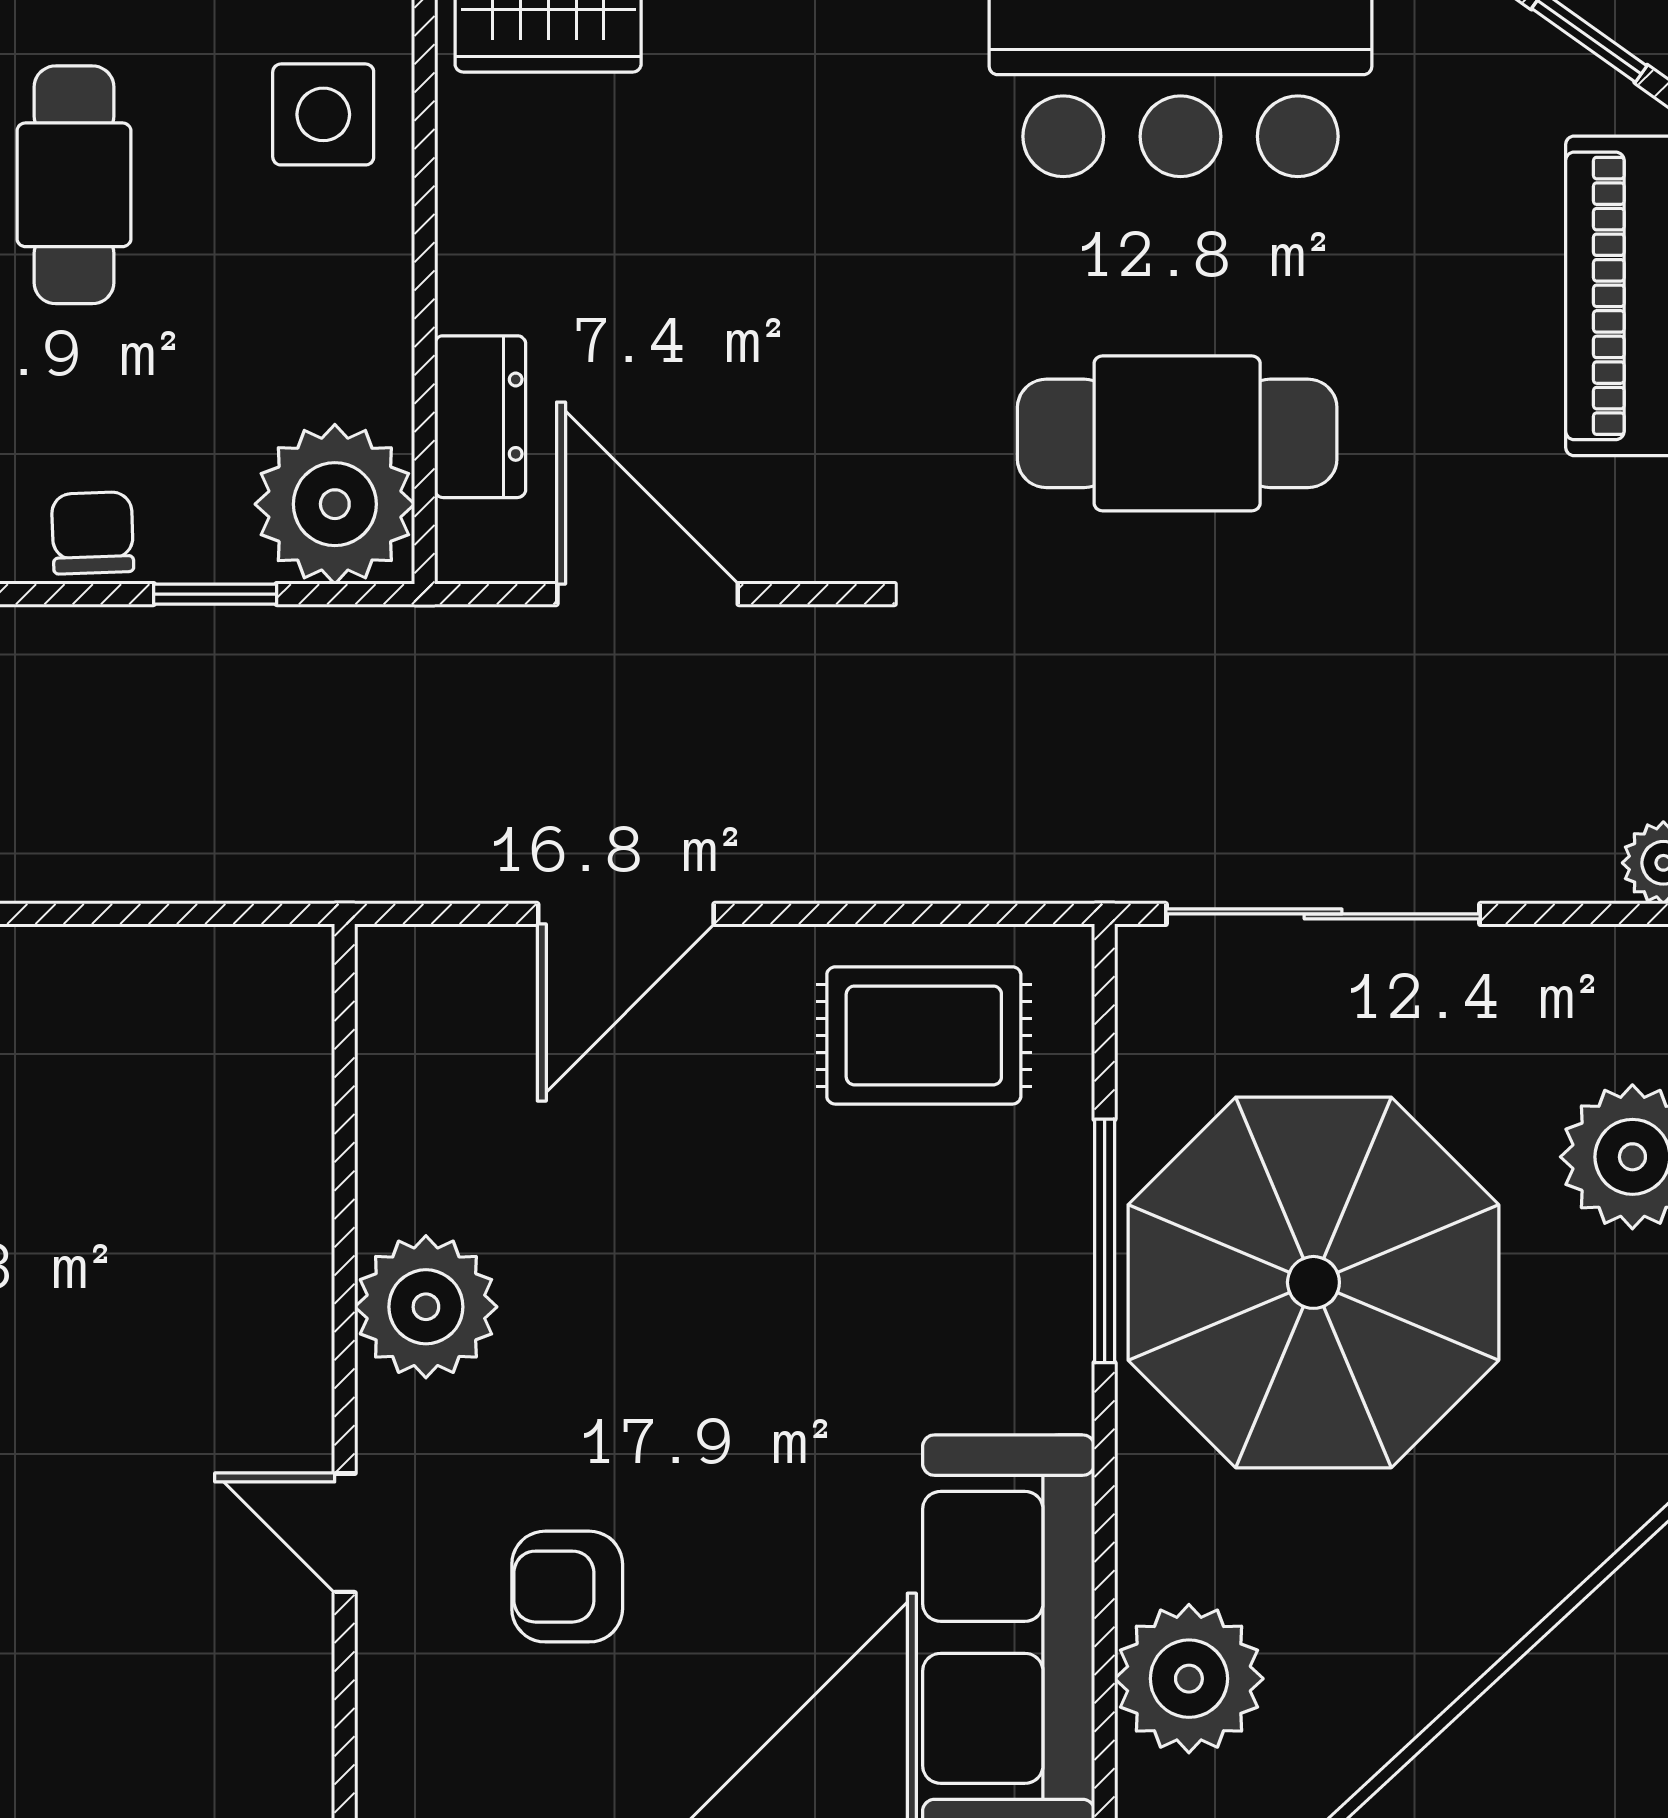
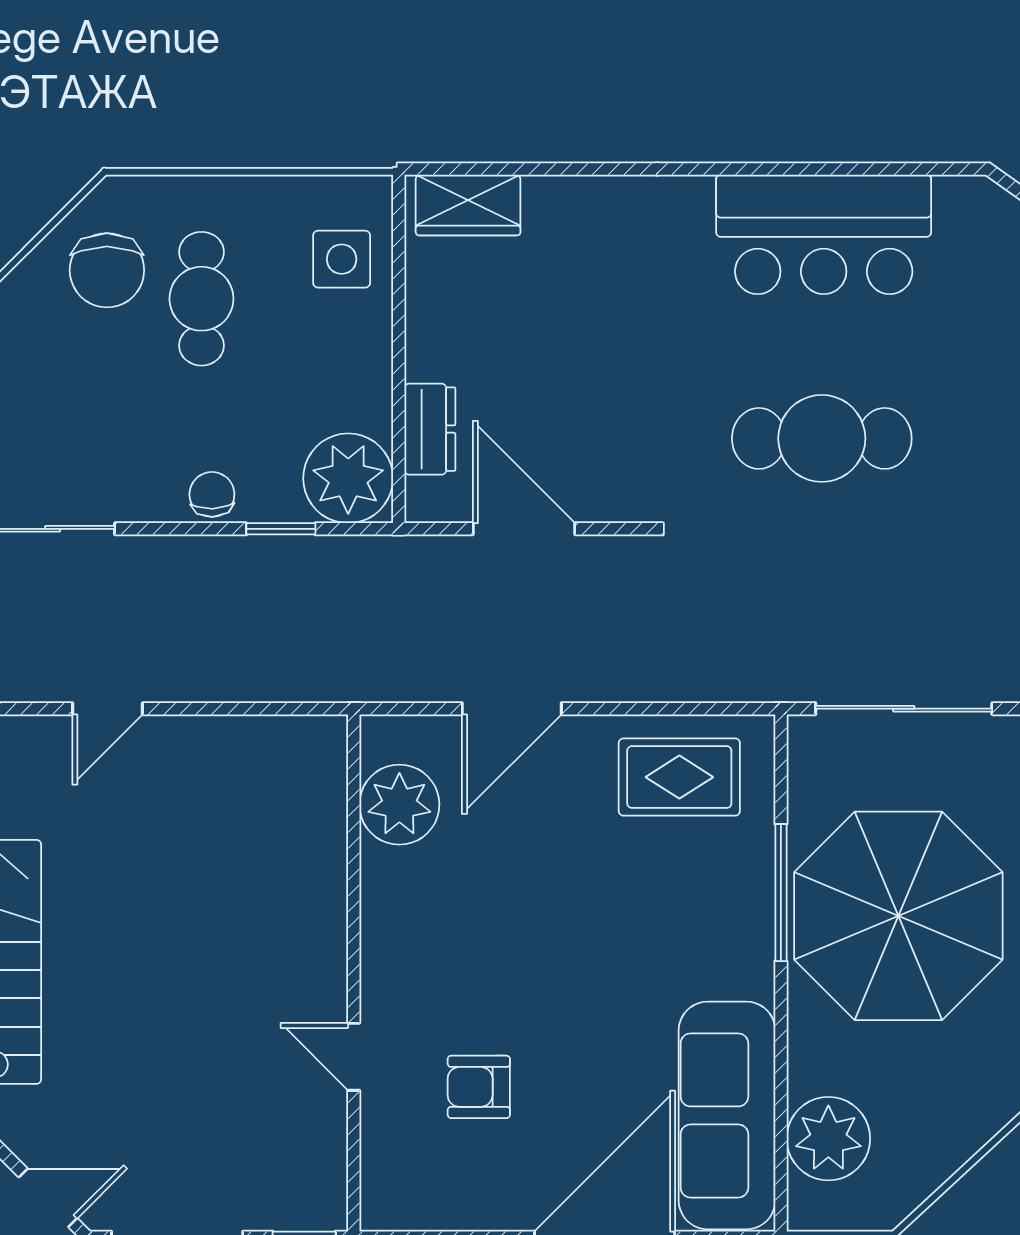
plant: (426, 1307) -> (399, 805), moved

